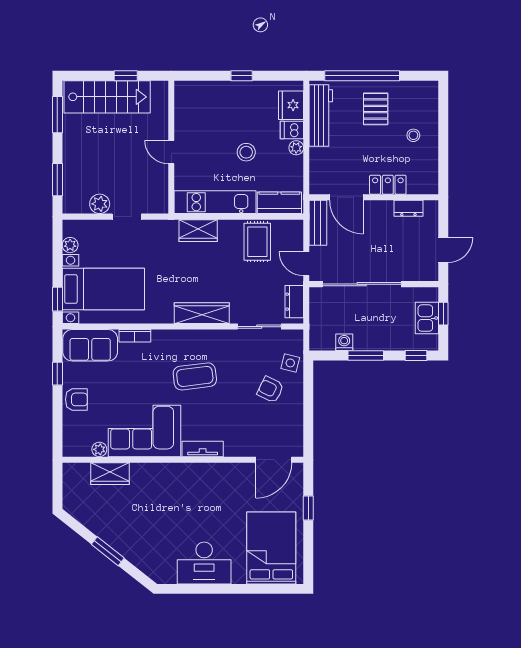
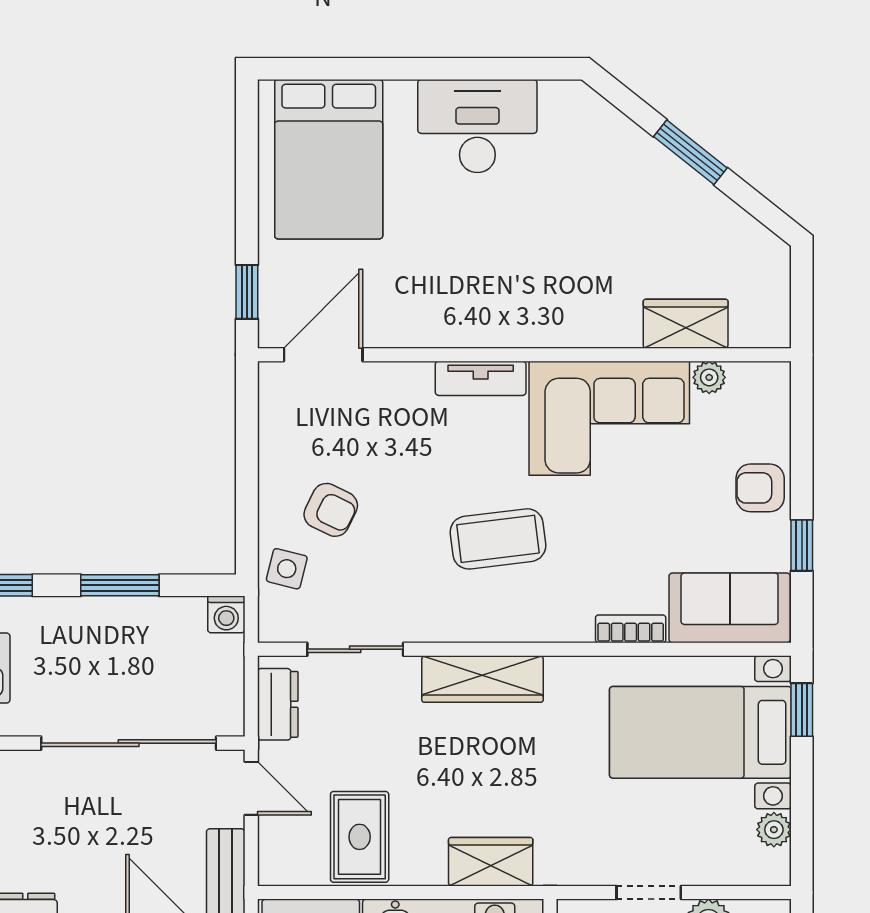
washing machine: (344, 342) -> (226, 614), moved
window: (308, 508) -> (247, 292), moved

